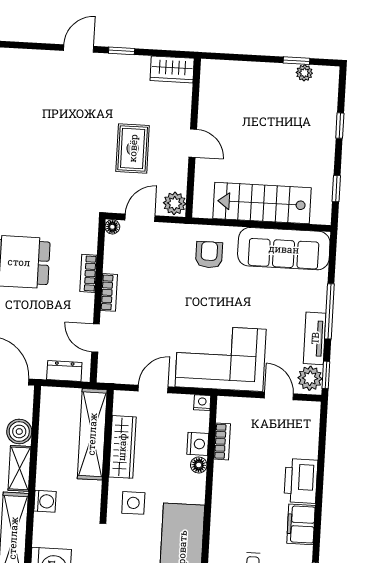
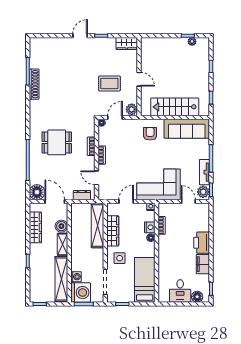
rug: (133, 148) -> (109, 83), turned 90
washing machine: (45, 501) -> (76, 277), moved

